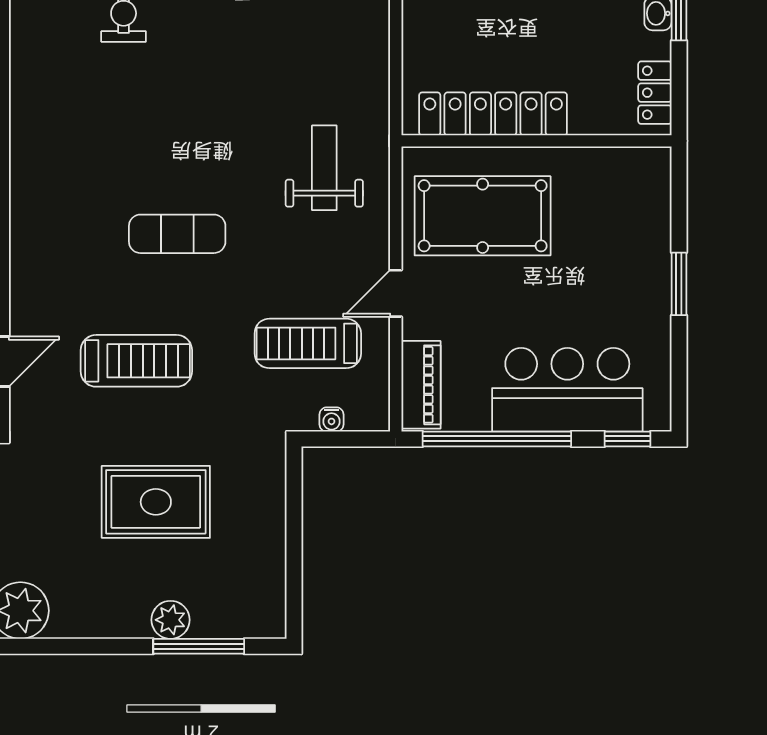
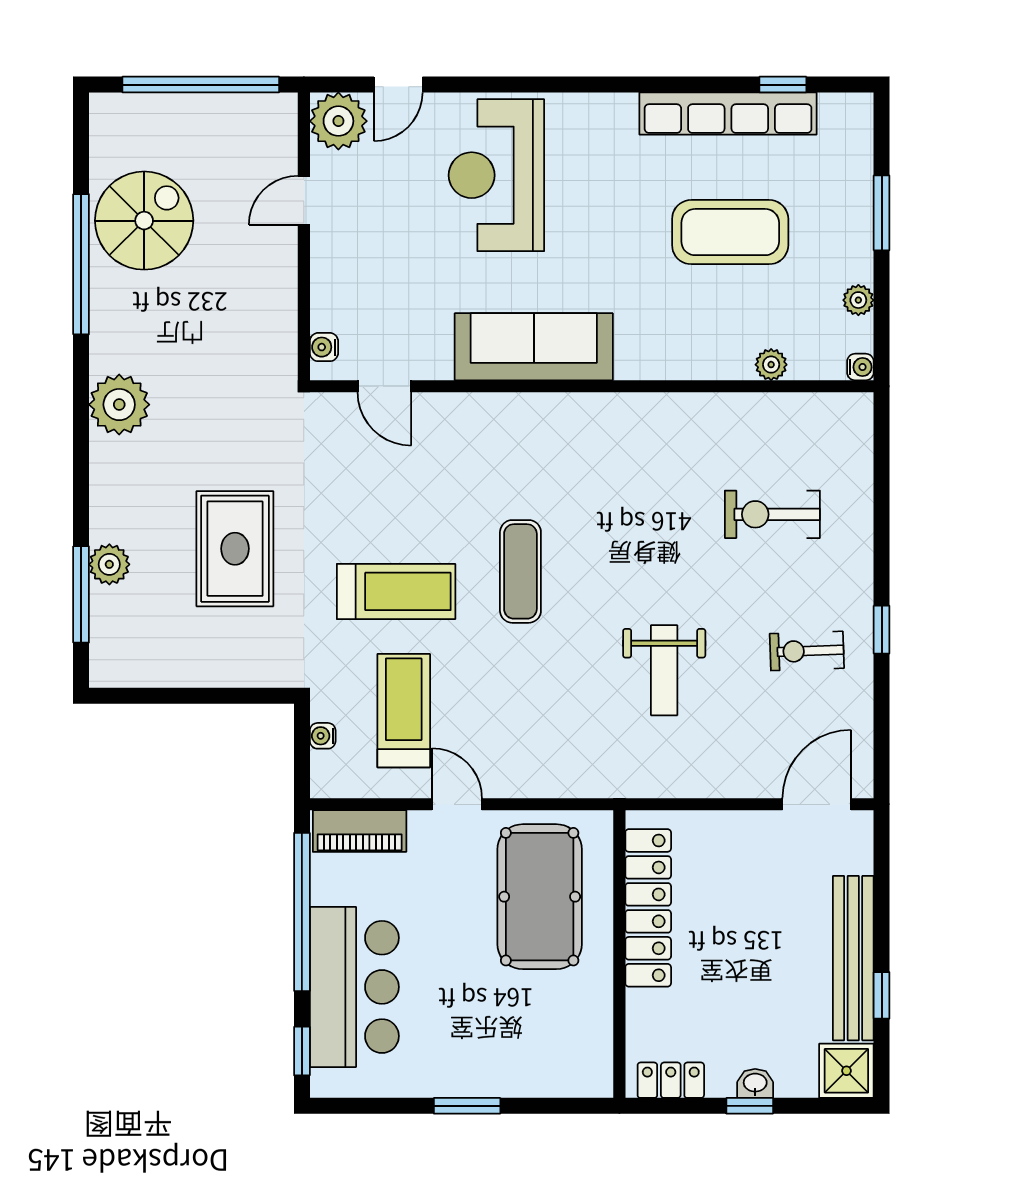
weight bench: (324, 168) -> (664, 670), moved, turned 90
treadmill: (136, 361) -> (396, 591), moved, turned -90

